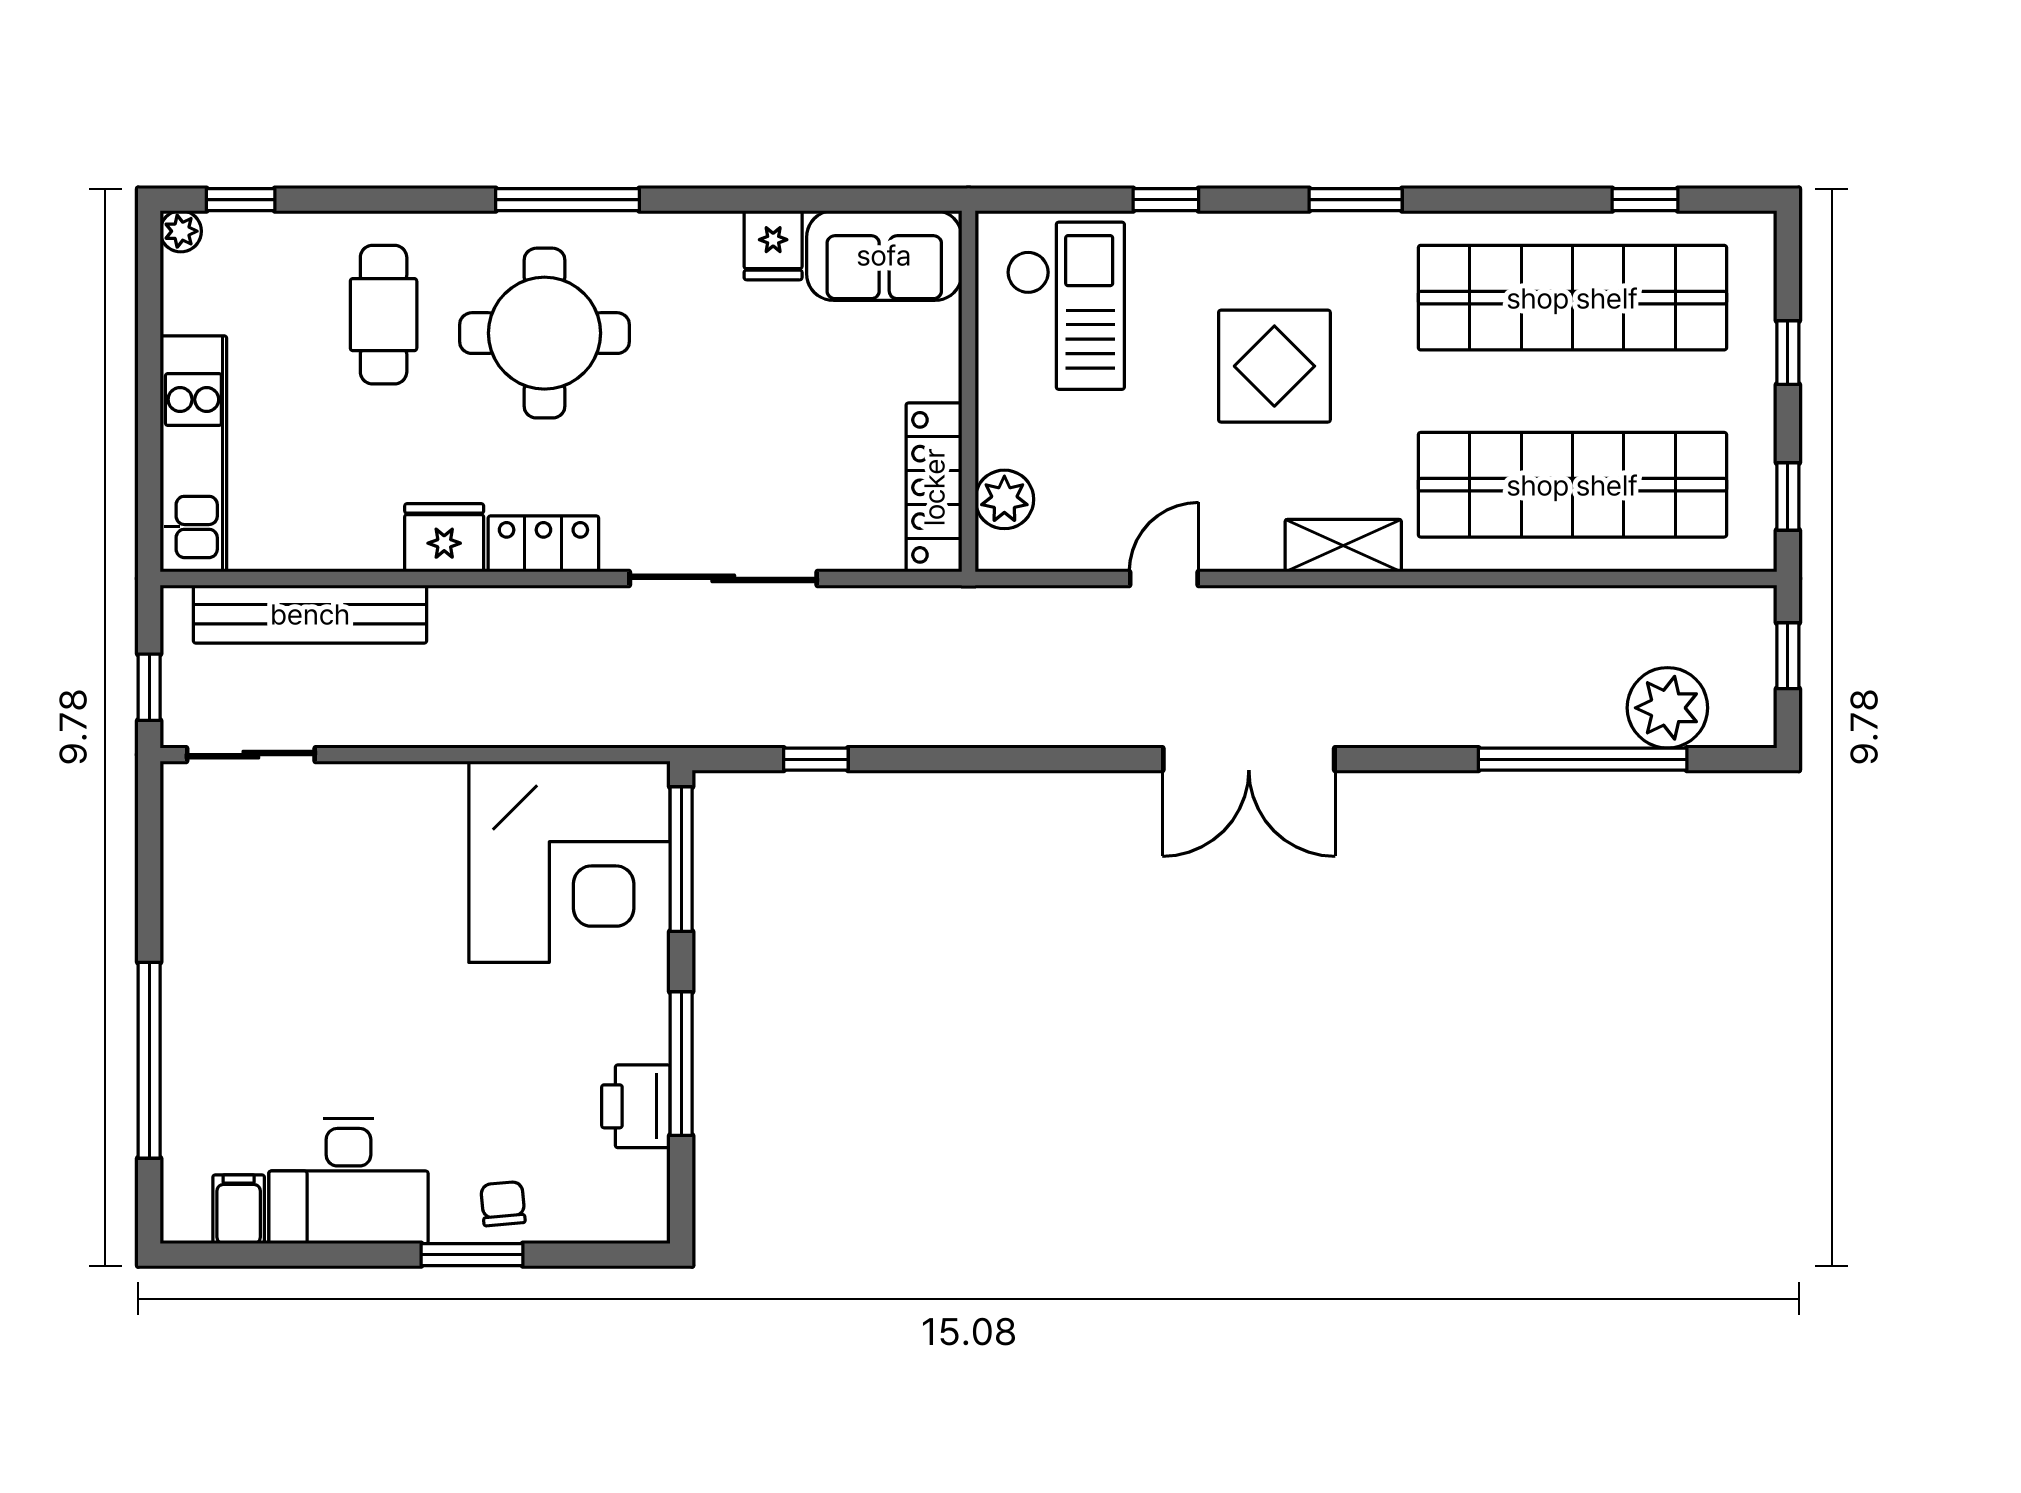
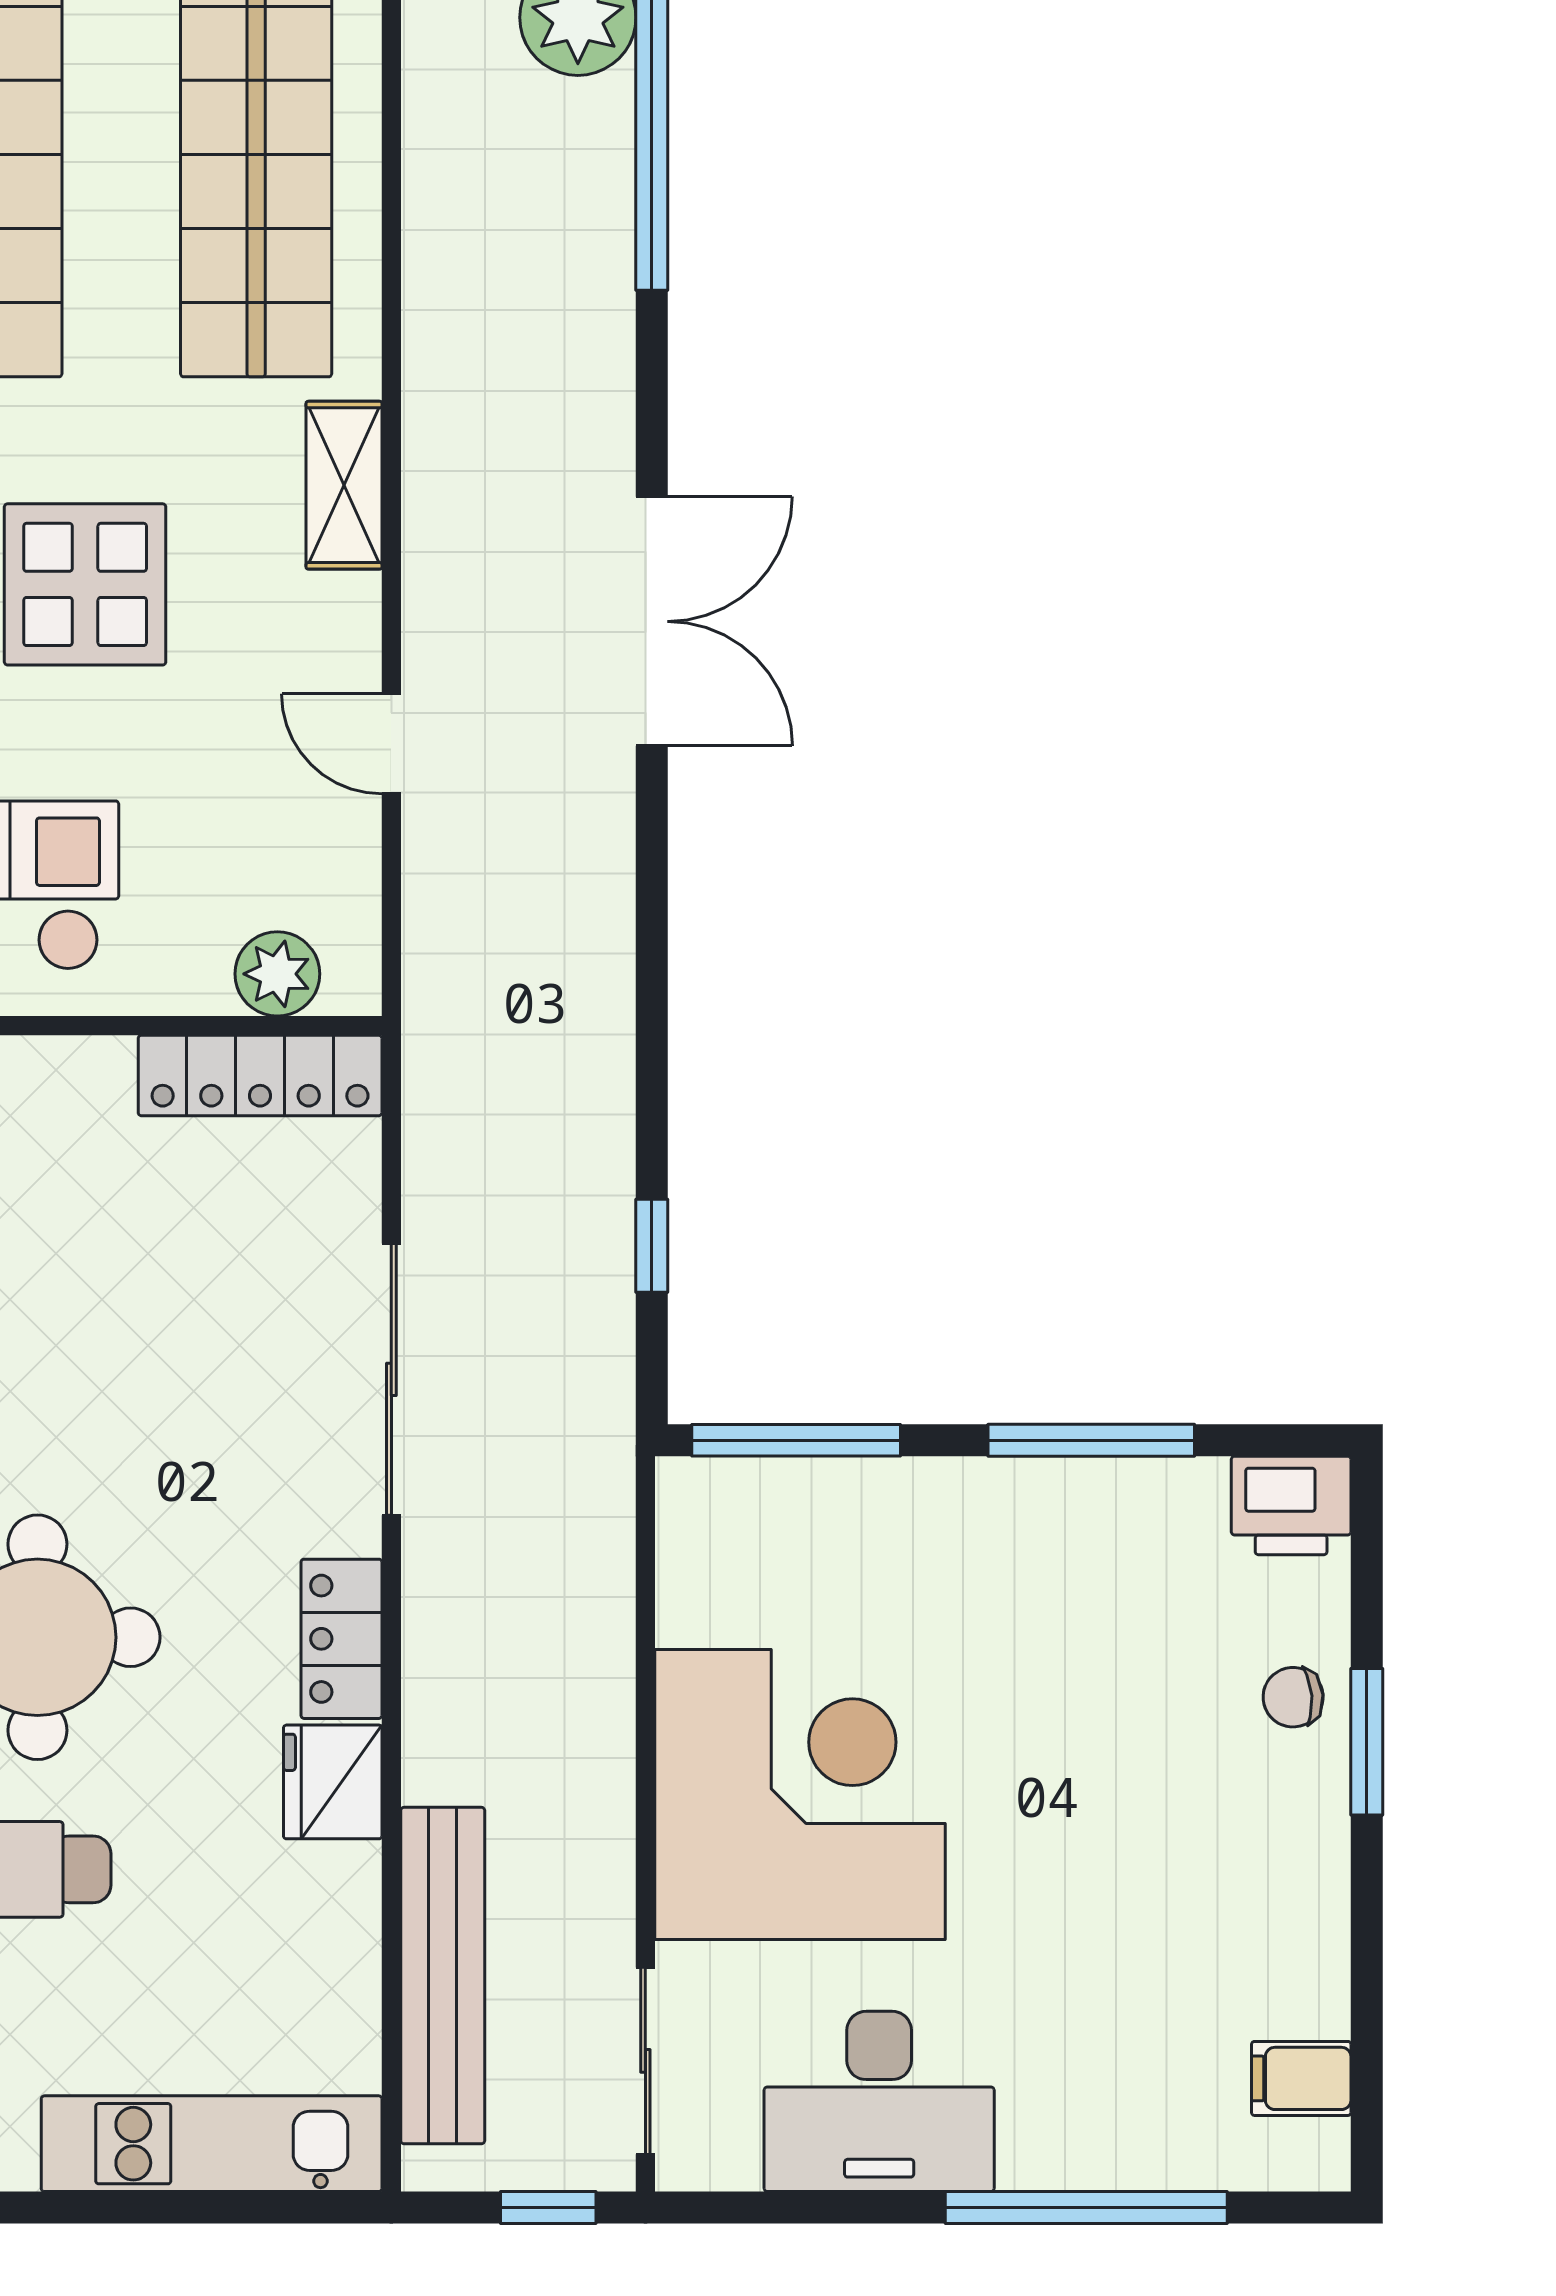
corner desk: (569, 862) -> (800, 1794), moved
printer: (636, 1106) -> (1291, 1505), moved
desk: (348, 1181) -> (879, 2101), moved, turned 90

